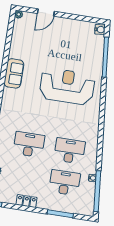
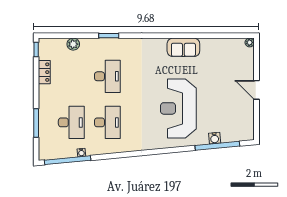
door: (46, 12) -> (257, 90), moved
water cooler: (100, 30) -> (215, 138), moved
reception desk: (67, 86) -> (178, 108), turned 180
locker: (27, 201) -> (44, 72), moved

